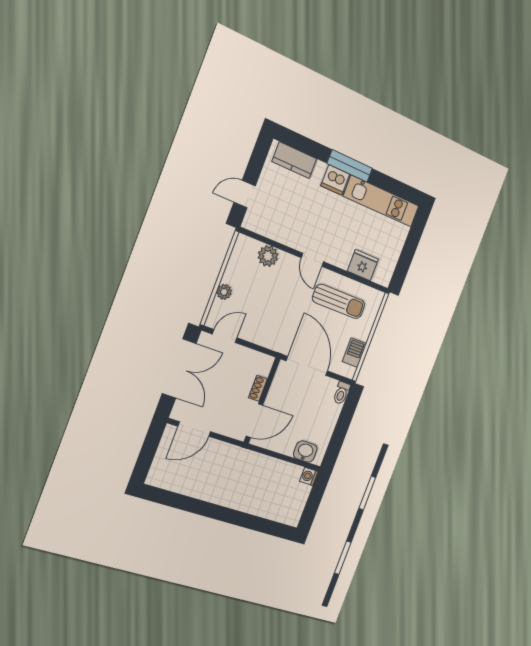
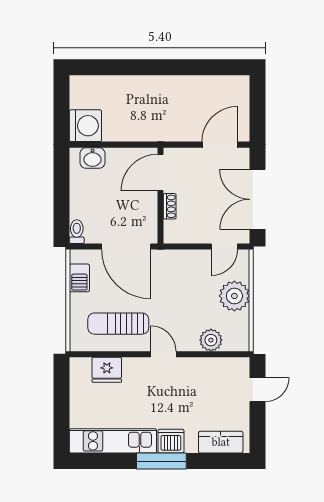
plant: (224, 292) -> (234, 296), width x1.88, depth x1.88
washing machine: (309, 476) -> (85, 126), width x1.89, depth x1.89

